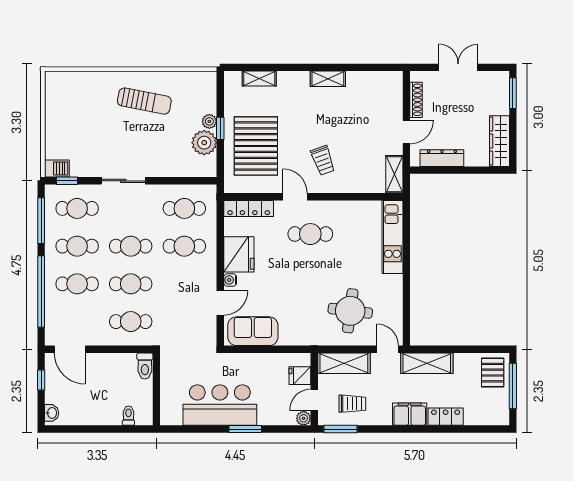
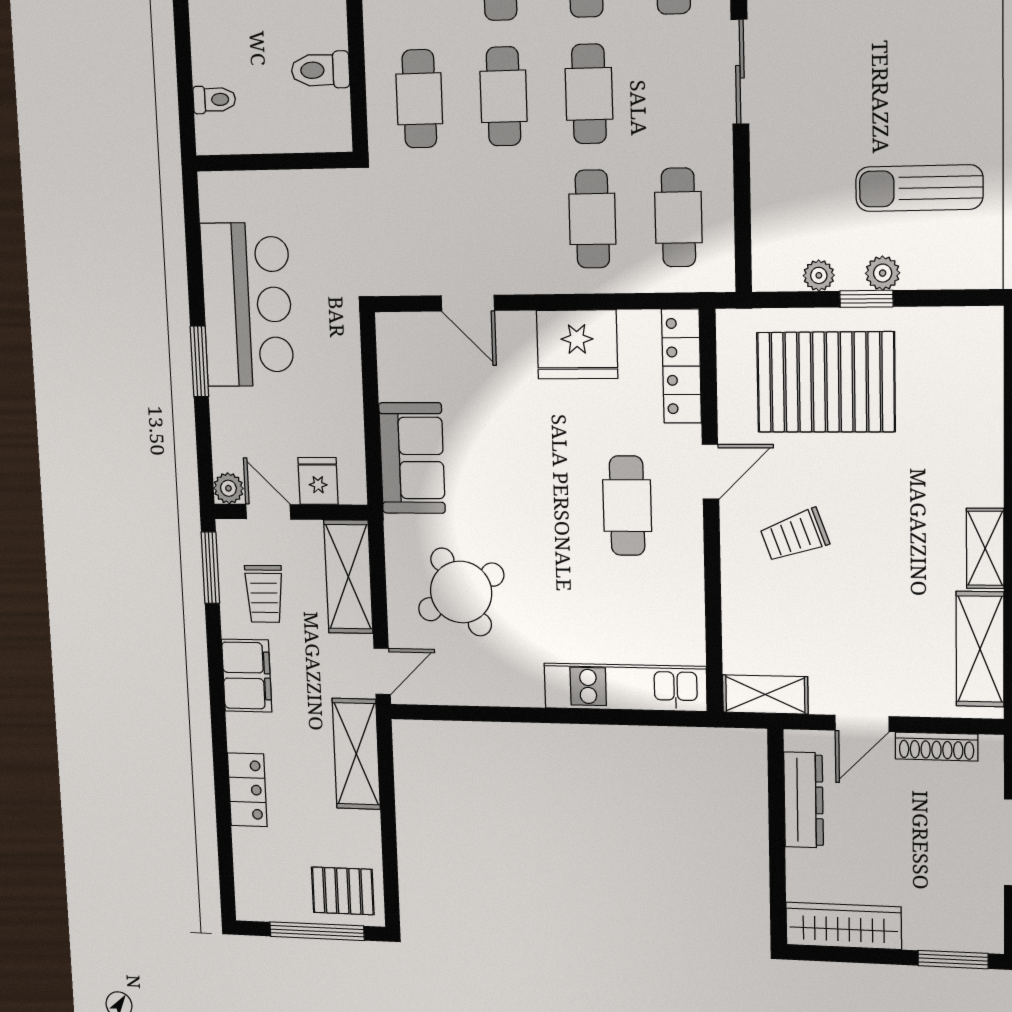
shelving: (259, 78) -> (980, 649), moved, width x1.50, depth x1.33
sun lounger: (144, 101) -> (919, 188), moved, turned 79
door: (406, 132) -> (862, 723), hinge flipped
plant: (204, 143) -> (819, 275), width x0.53, depth x0.53
water cooler: (230, 280) -> (520, 325), removed
round table: (350, 311) -> (461, 592), turned -36
sofa: (253, 331) -> (412, 458), moved
toilet: (145, 366) -> (320, 70), moved
filing cabinet: (410, 414) -> (247, 676), moved

